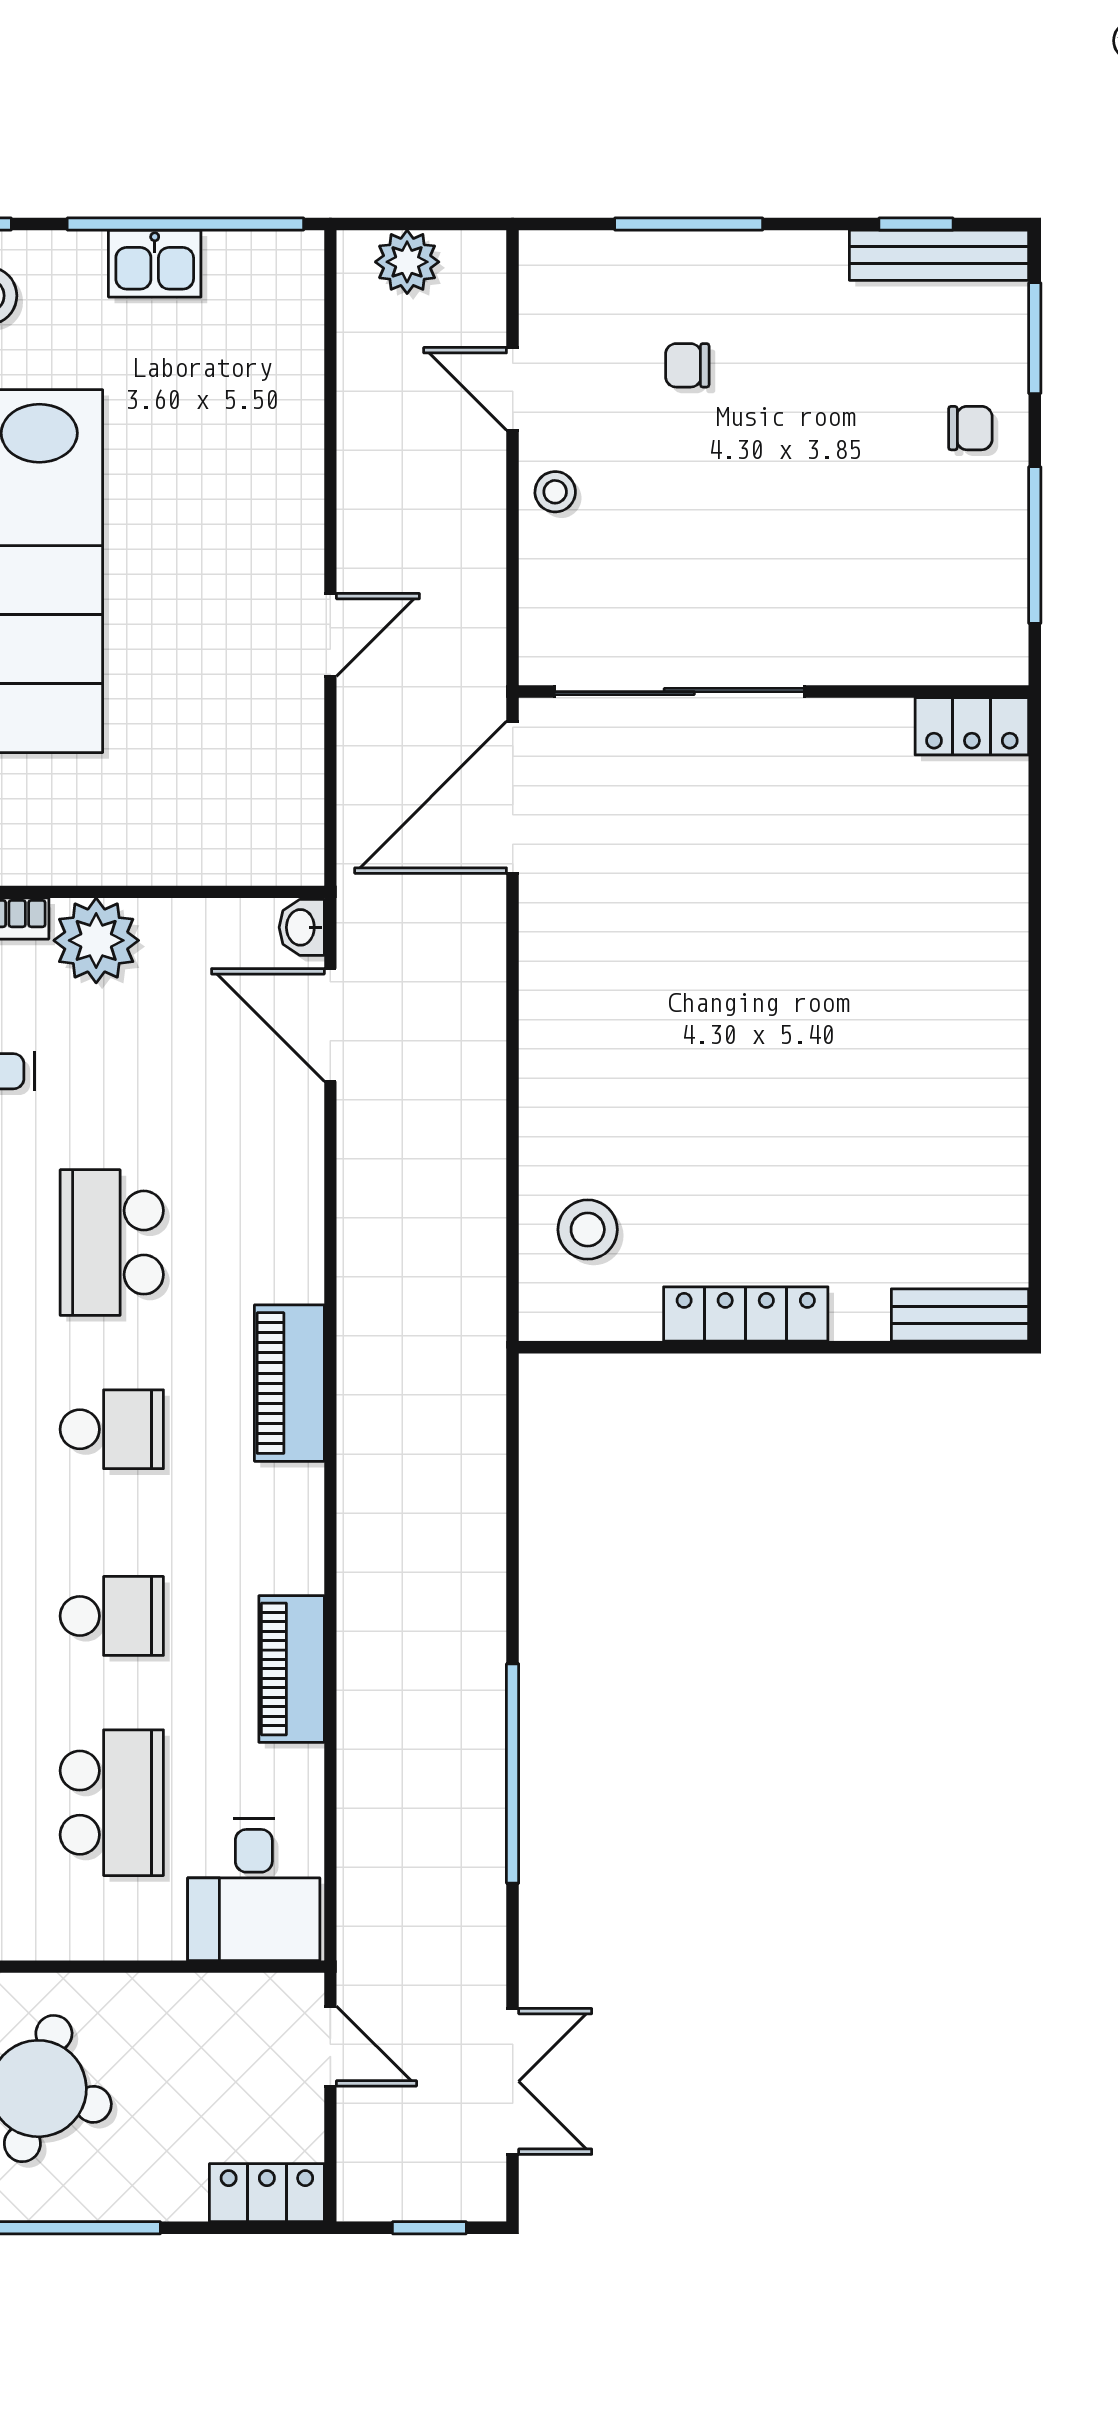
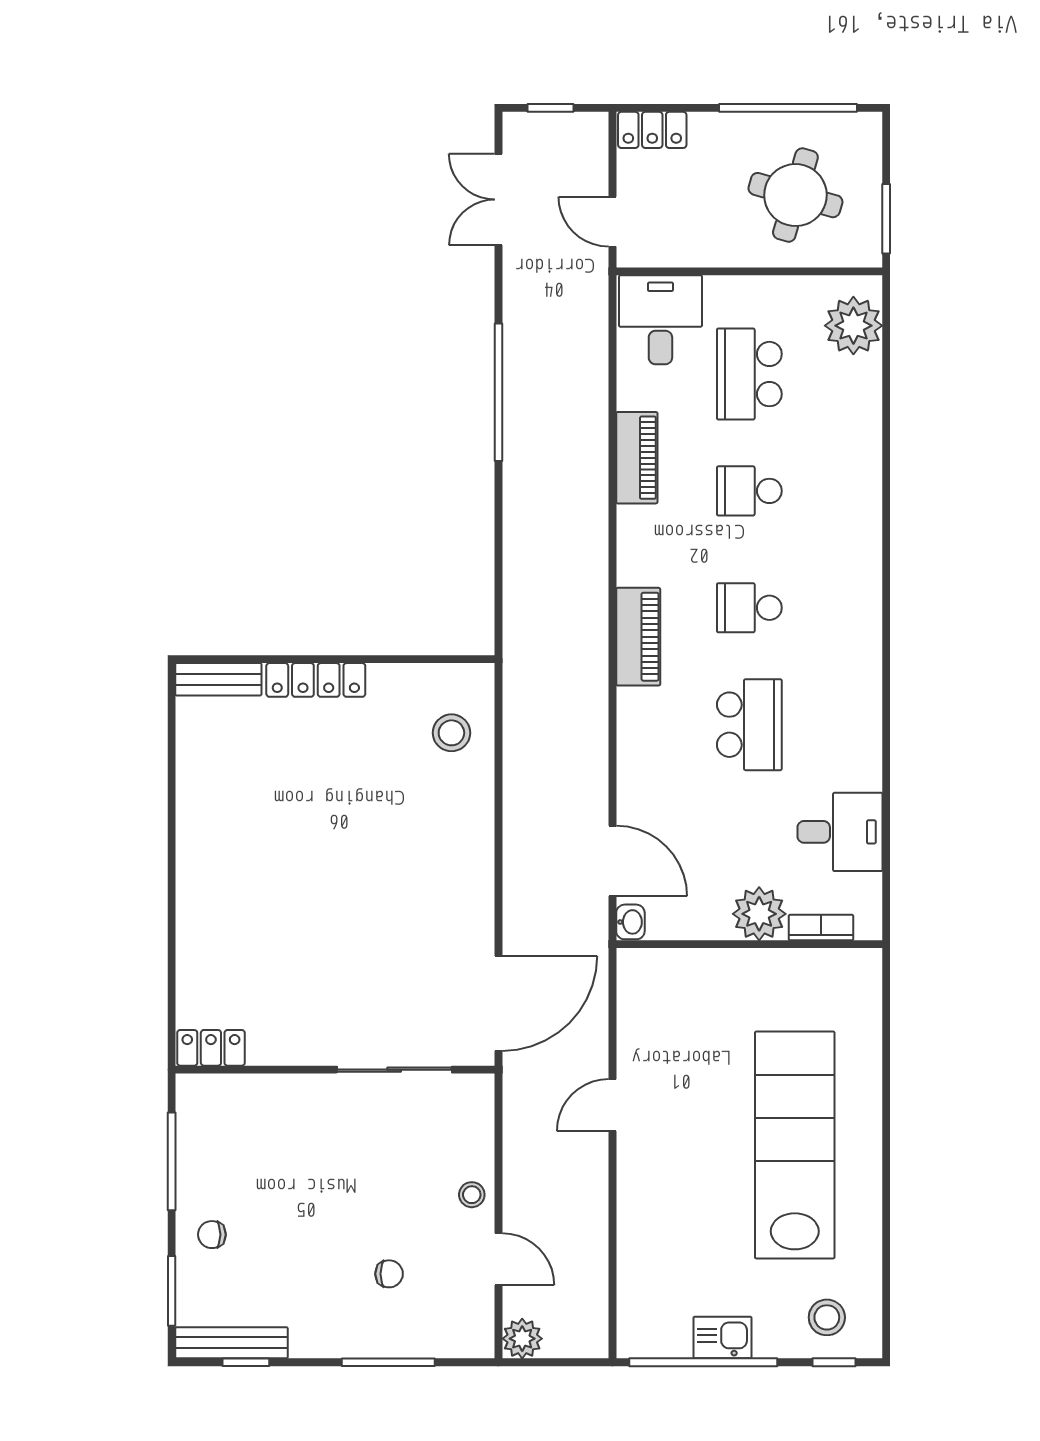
plant: (407, 262) -> (522, 1339), moved
sliding door: (679, 692) -> (394, 1070), width x0.73
locker: (746, 1314) -> (316, 680), moved

